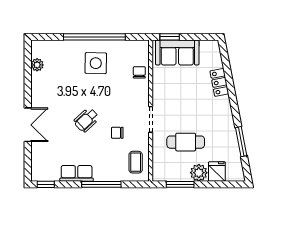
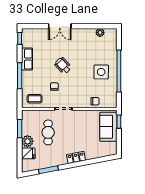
locker: (219, 82) -> (76, 157), moved

